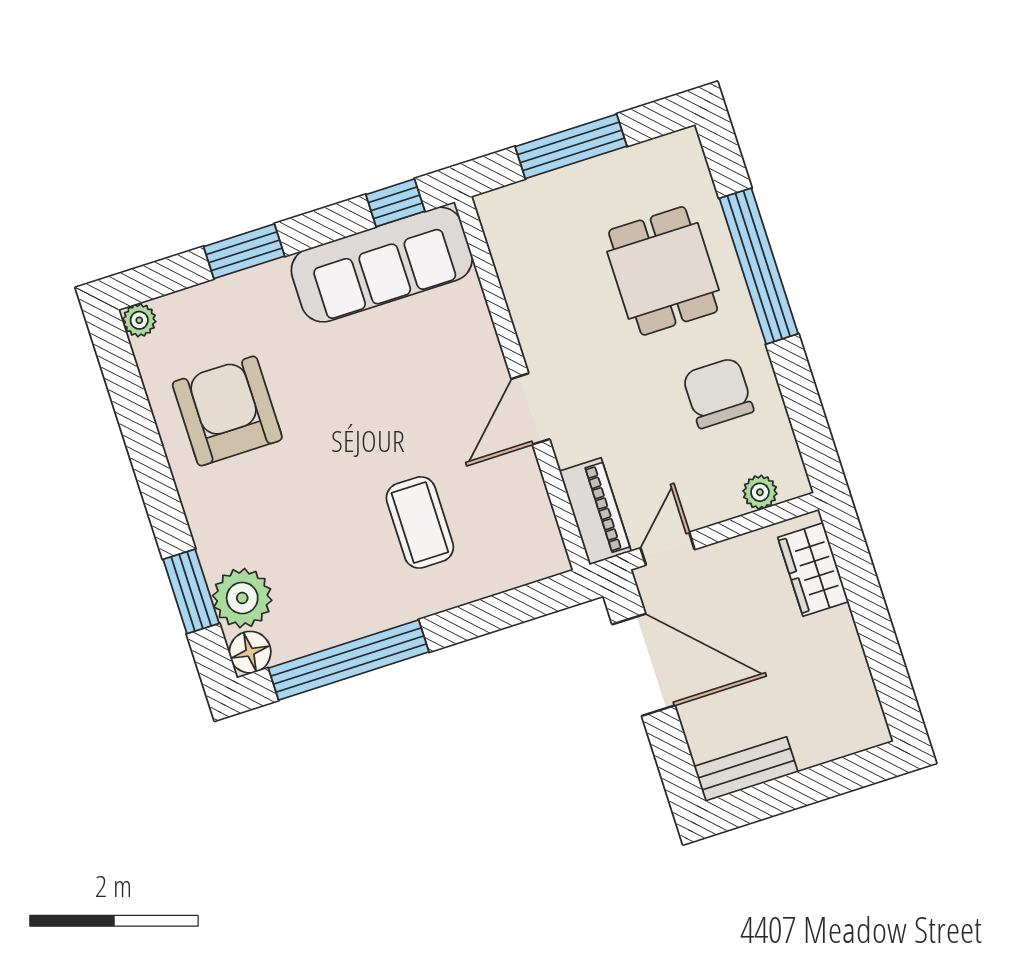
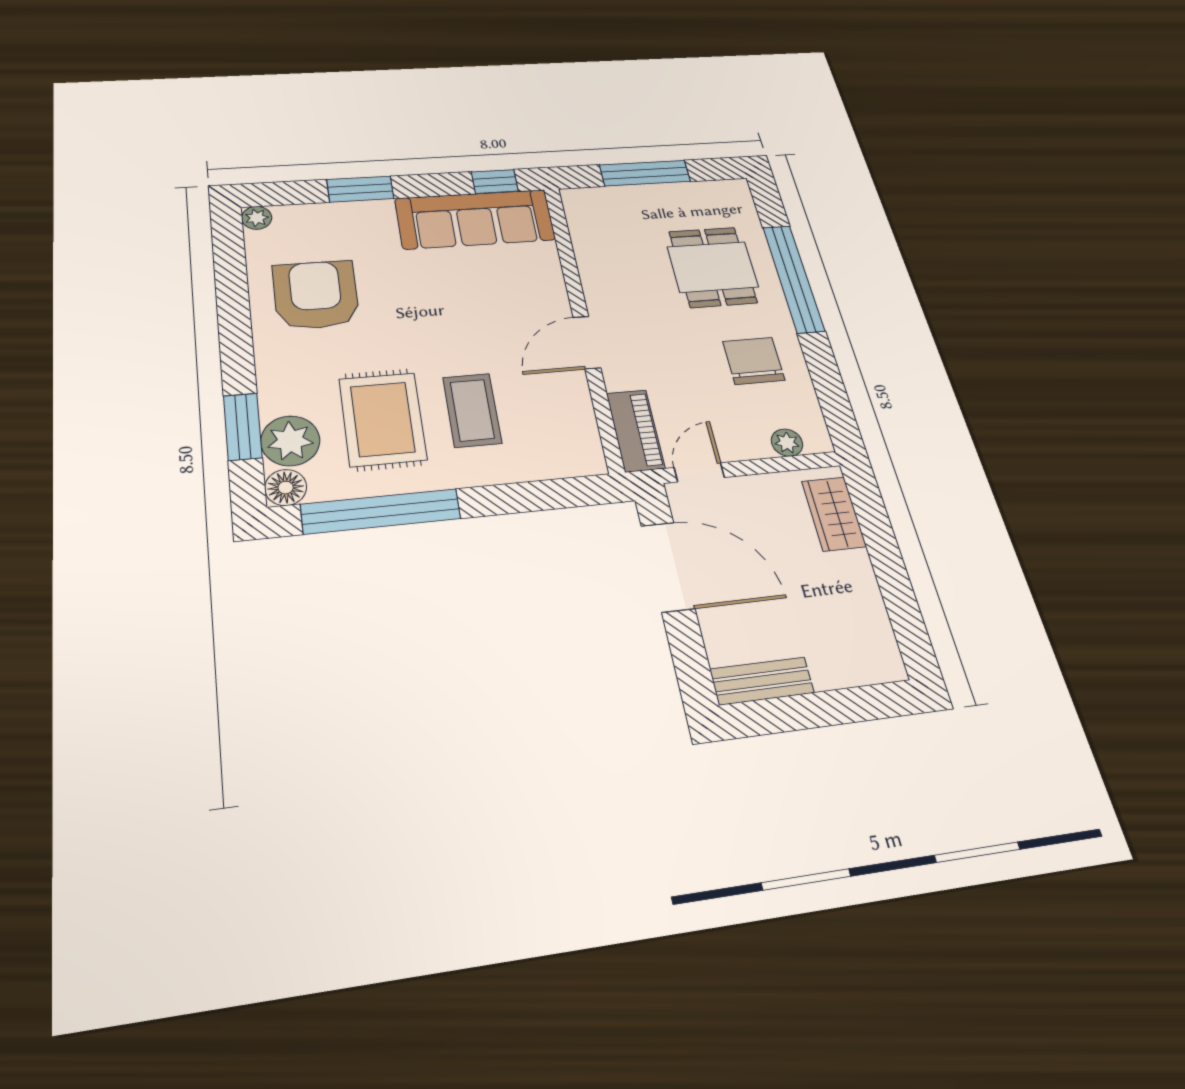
rug: (330, 553) -> (383, 419), added

